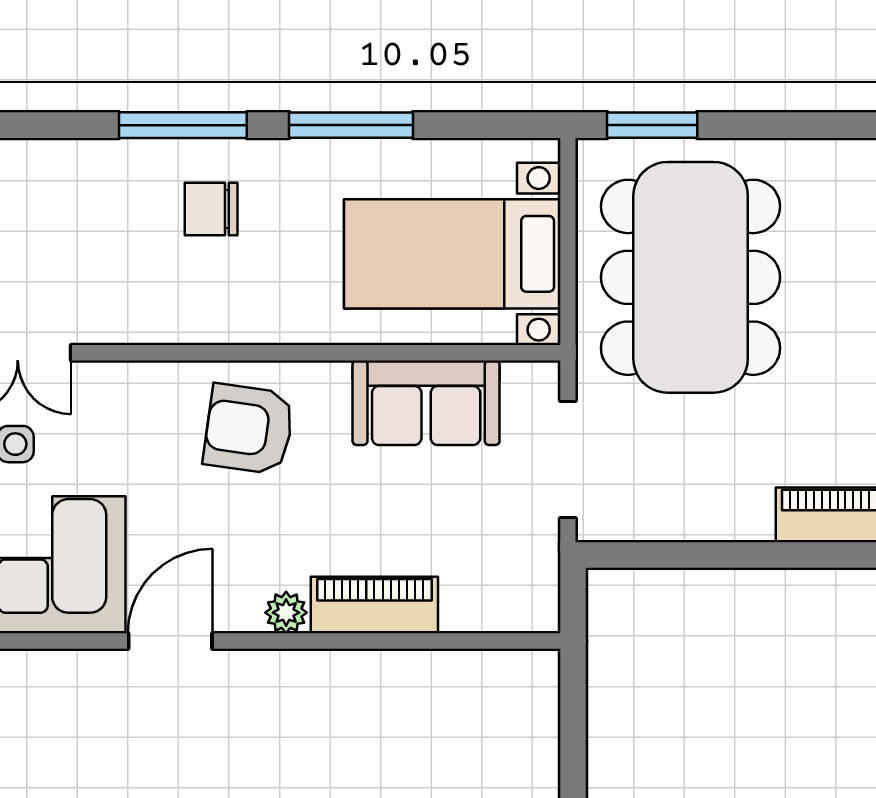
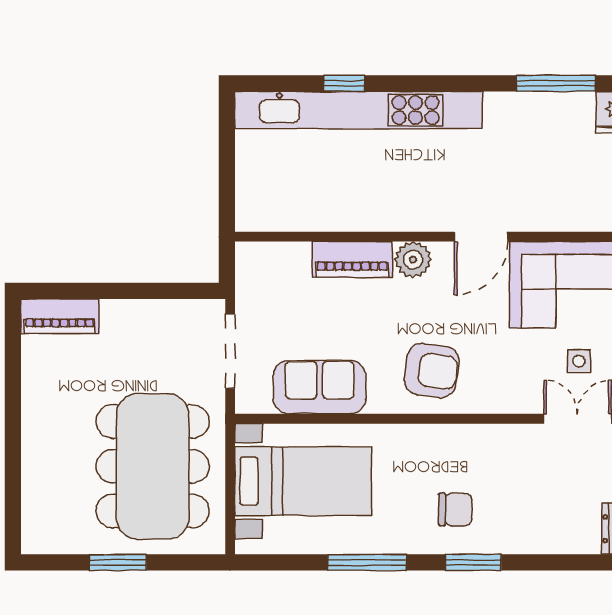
window: (183, 125) -> (473, 562), width x0.69
window: (652, 125) -> (118, 562), moved
plant: (286, 613) -> (413, 260), width x1.38, depth x1.38

